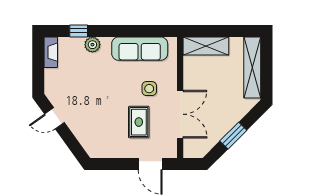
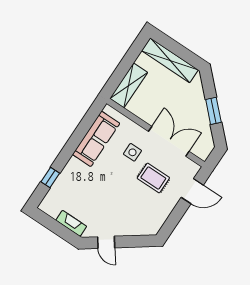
plant: (92, 45) -> (68, 174), removed
fireplace: (51, 52) -> (71, 223), moved
door: (54, 118) -> (106, 242), hinge flipped

